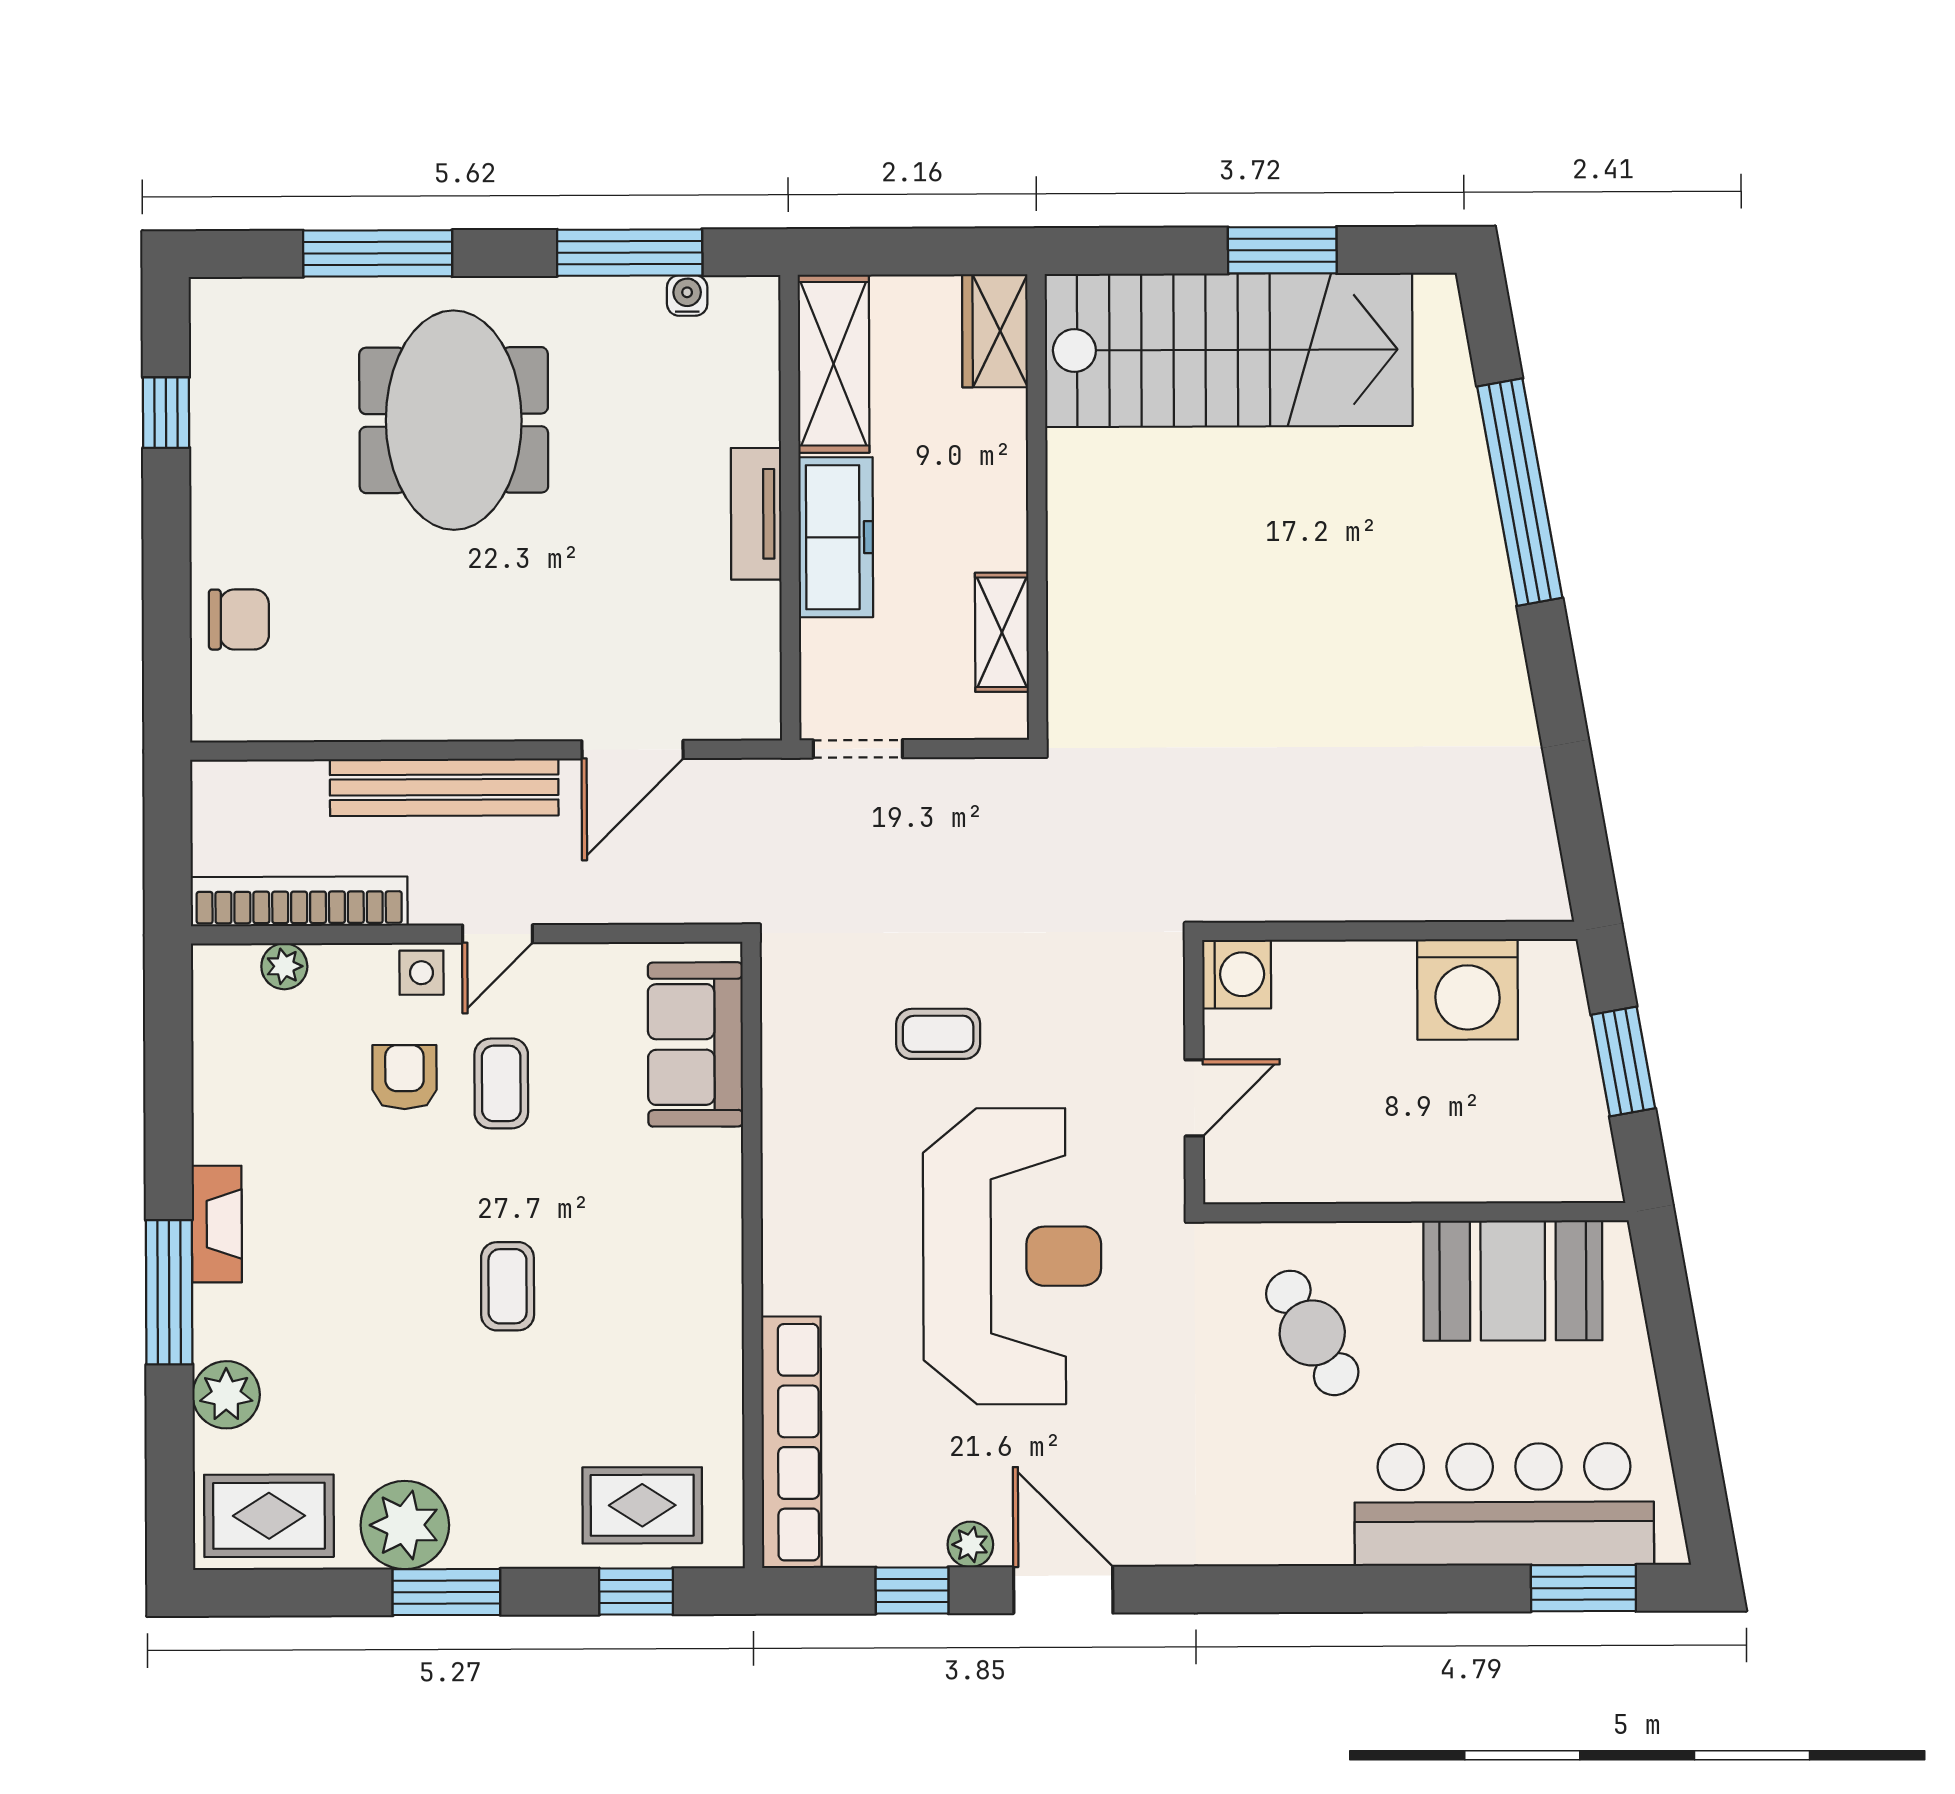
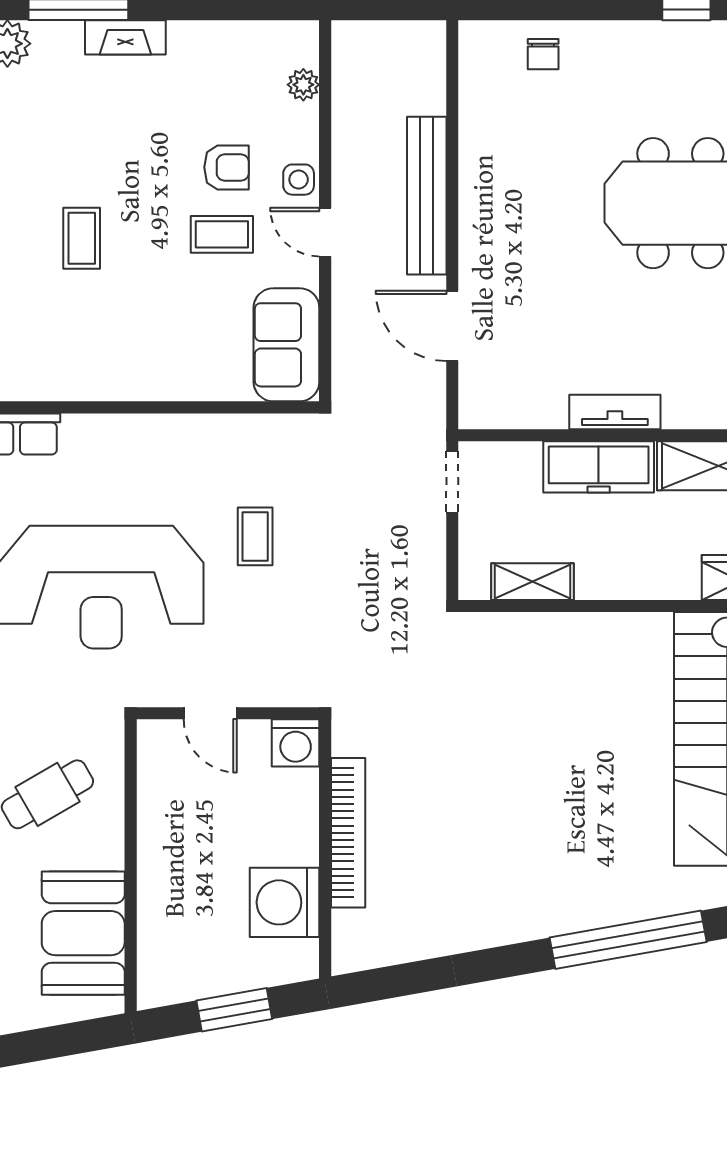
chair: (239, 619) -> (543, 54), width x0.73, depth x0.73
bookcase: (299, 901) -> (348, 833), moved
sofa: (695, 1044) -> (286, 345), moved, turned -90
coffee table: (508, 1286) -> (82, 238), turned 90

